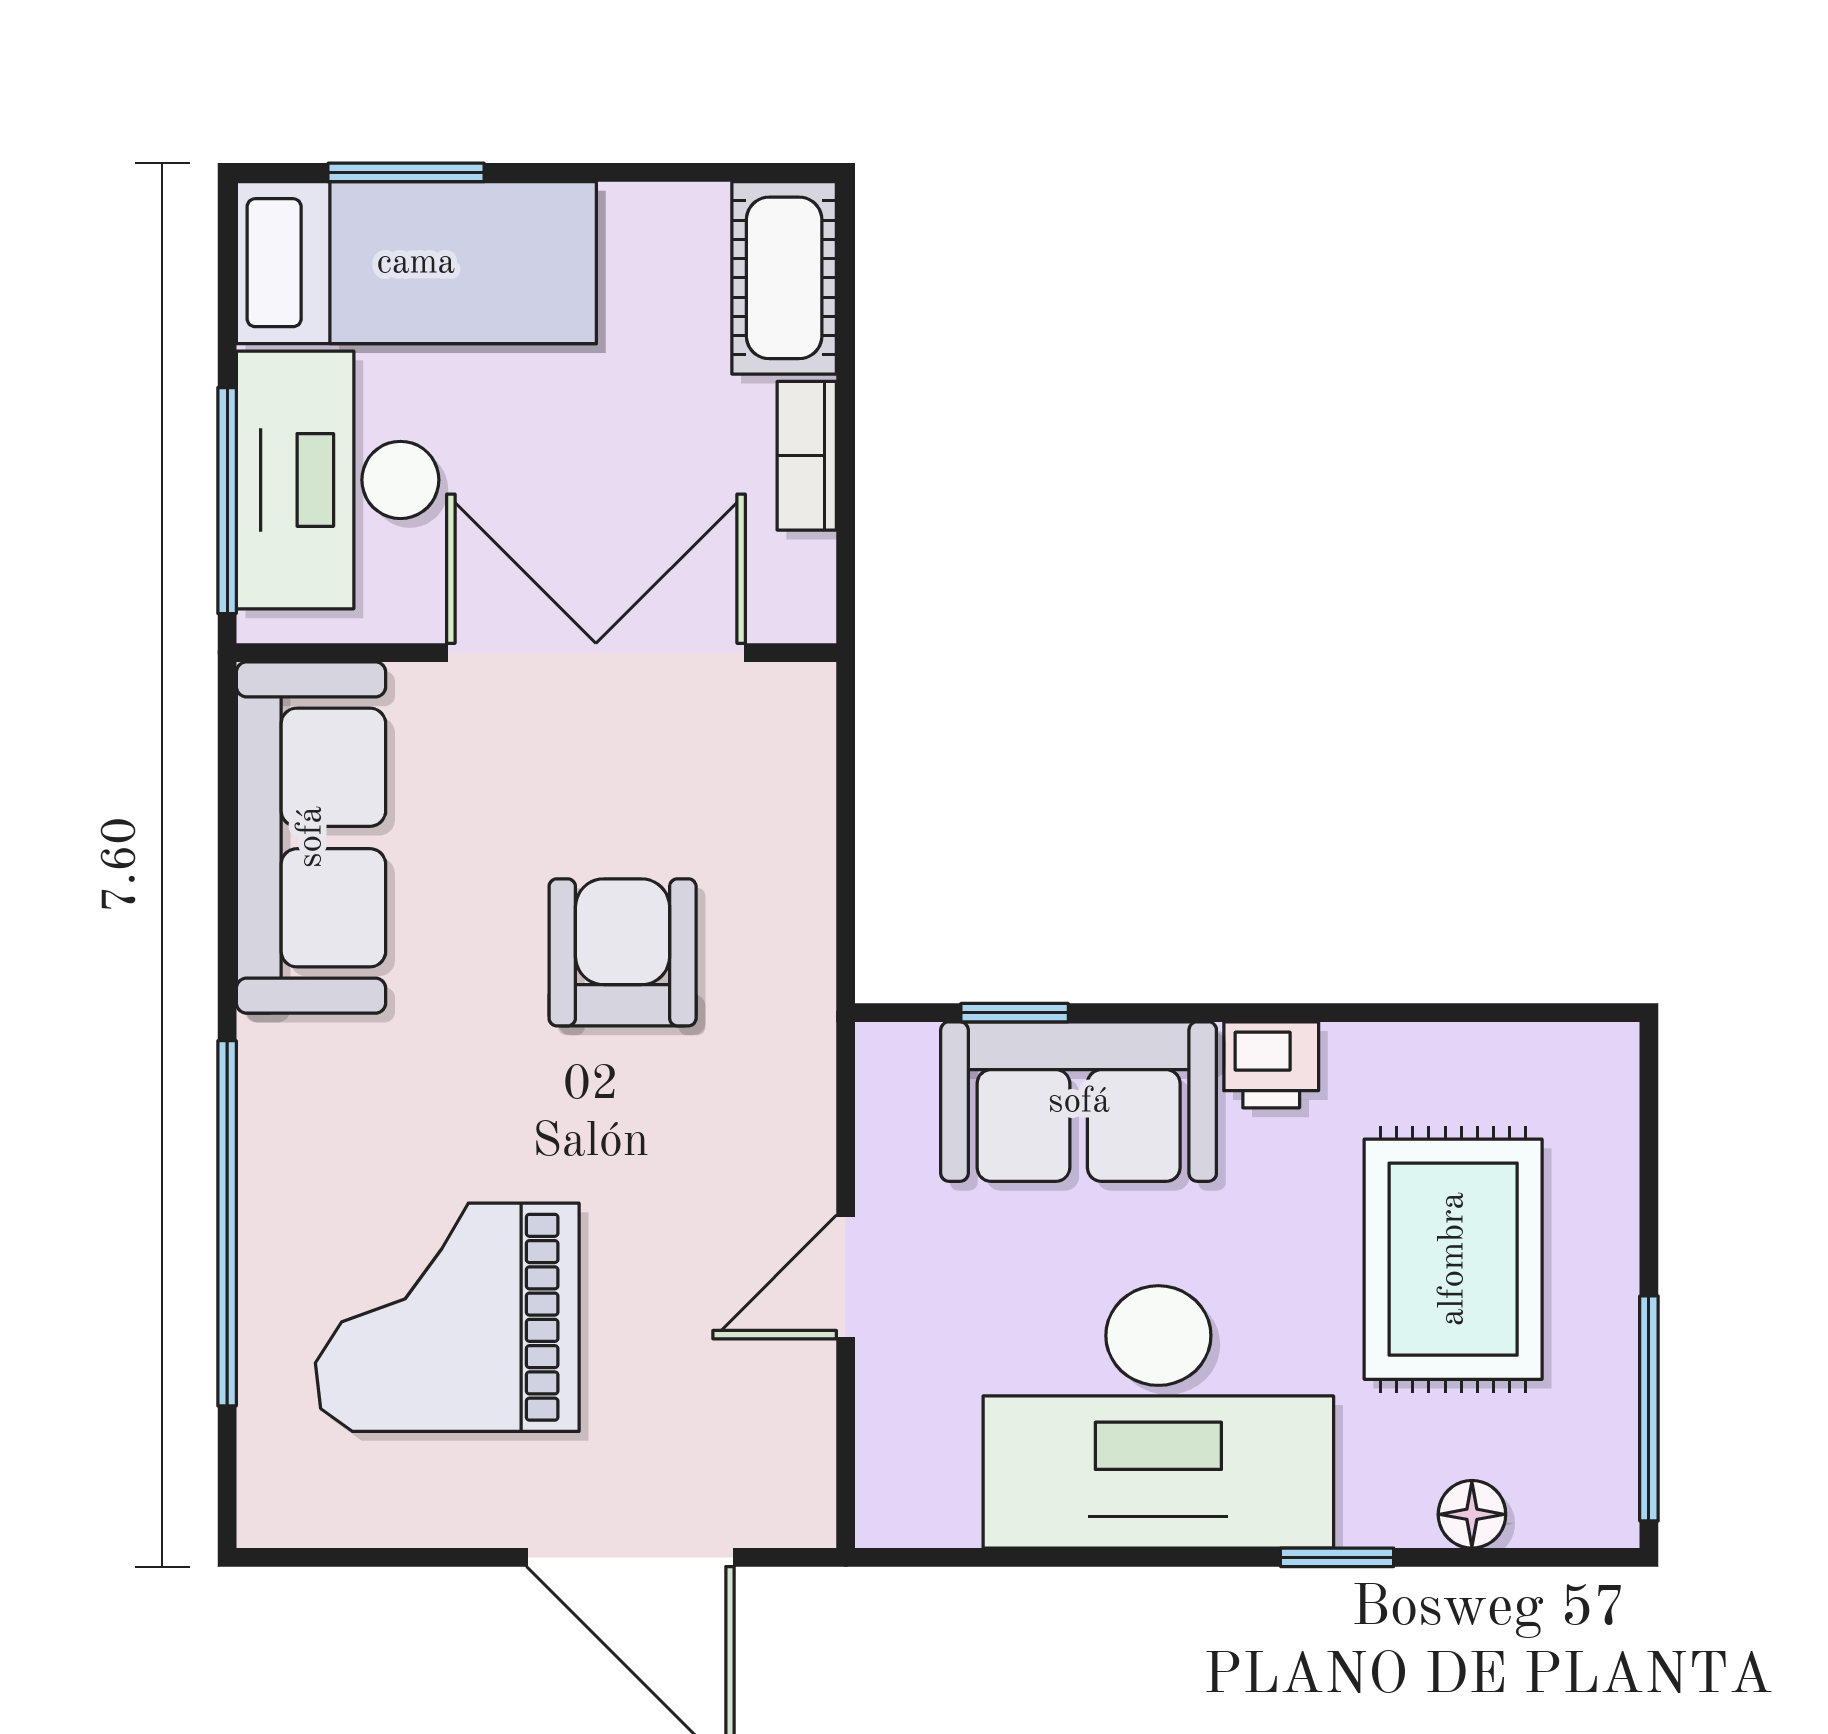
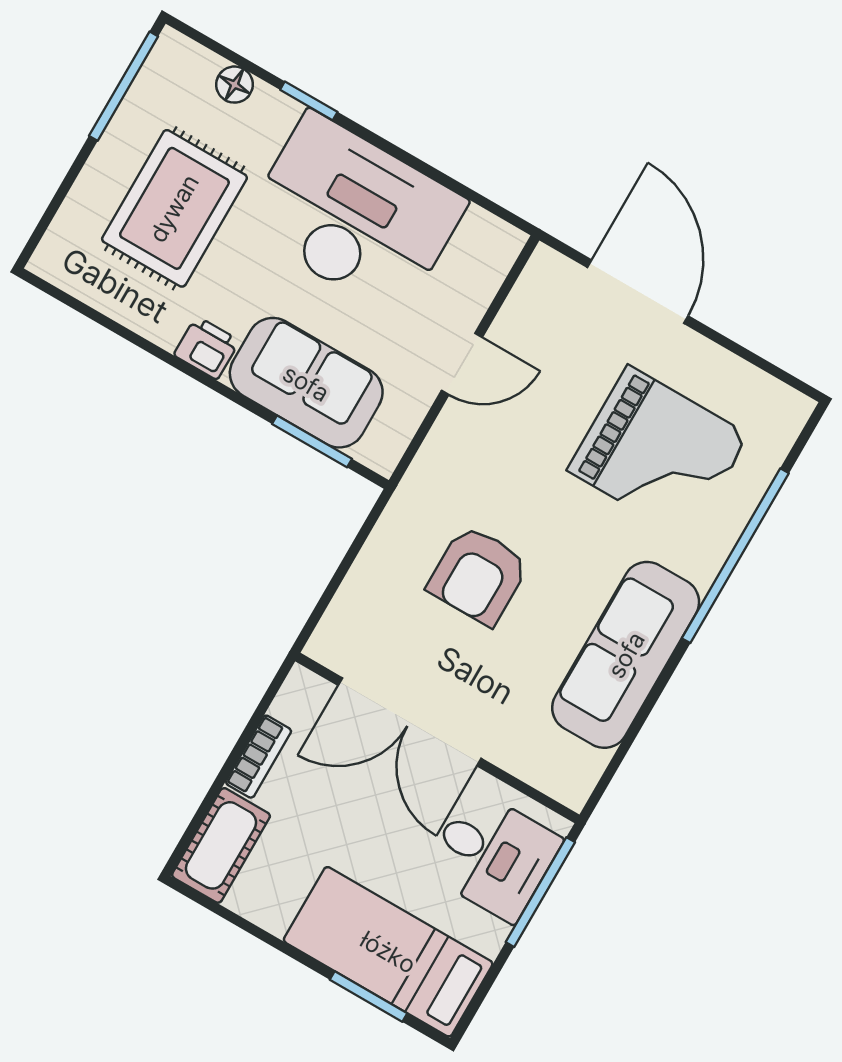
desk: (338, 480) -> (493, 856), width x0.73
sofa: (311, 837) -> (626, 655), moved
window: (1015, 1013) -> (312, 441), width x1.50

